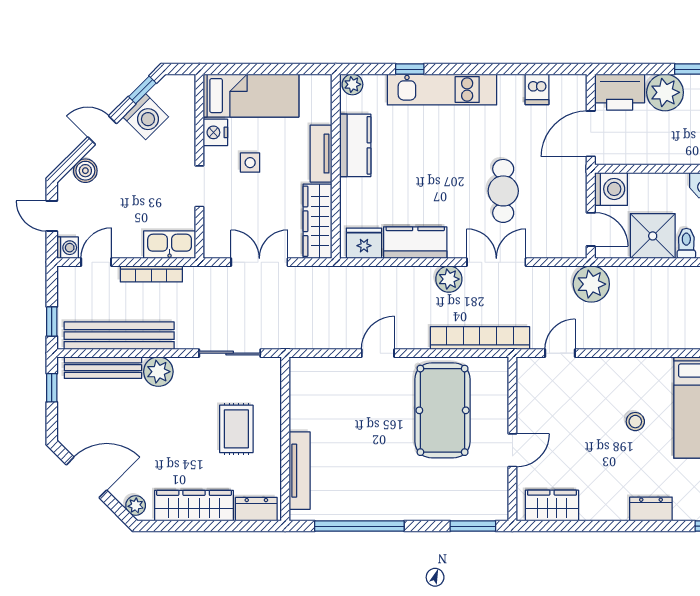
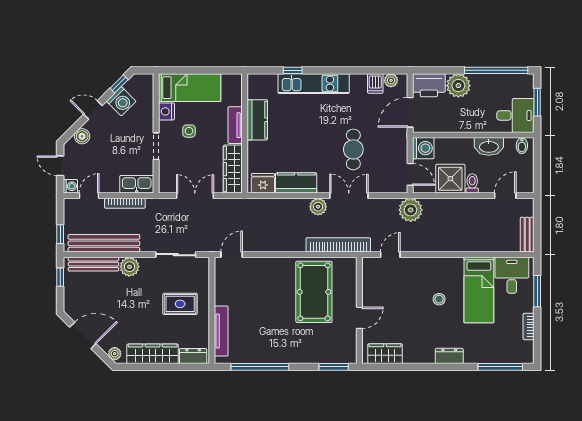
plant: (352, 84) -> (391, 80), moved
door: (378, 353) -> (232, 255), moved
rug: (236, 429) -> (180, 304), turned 90

